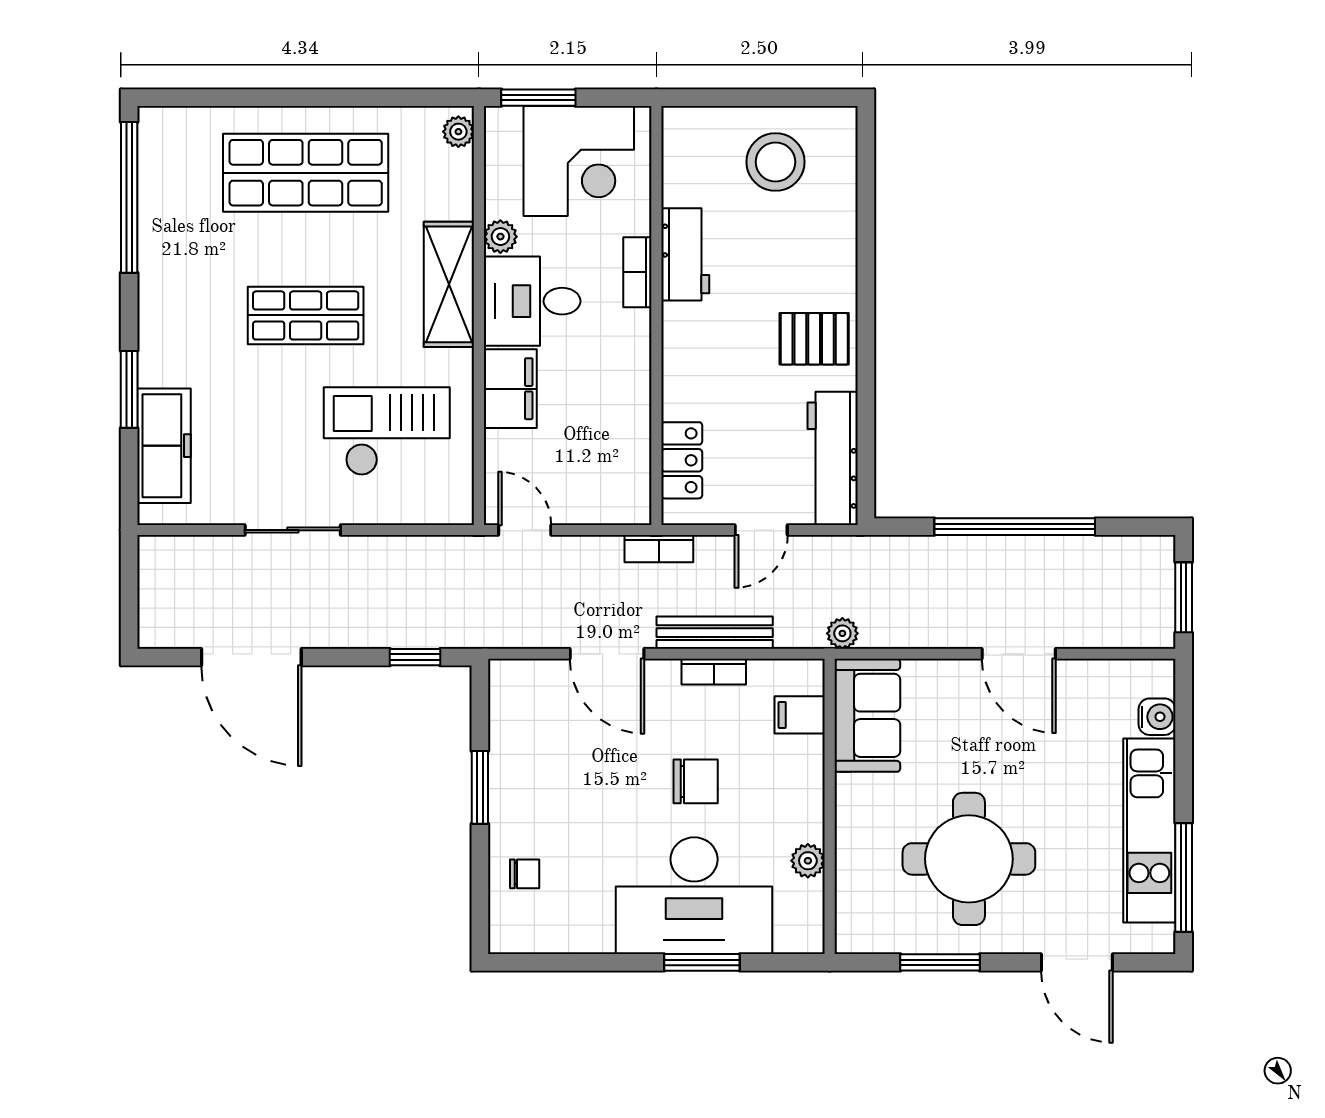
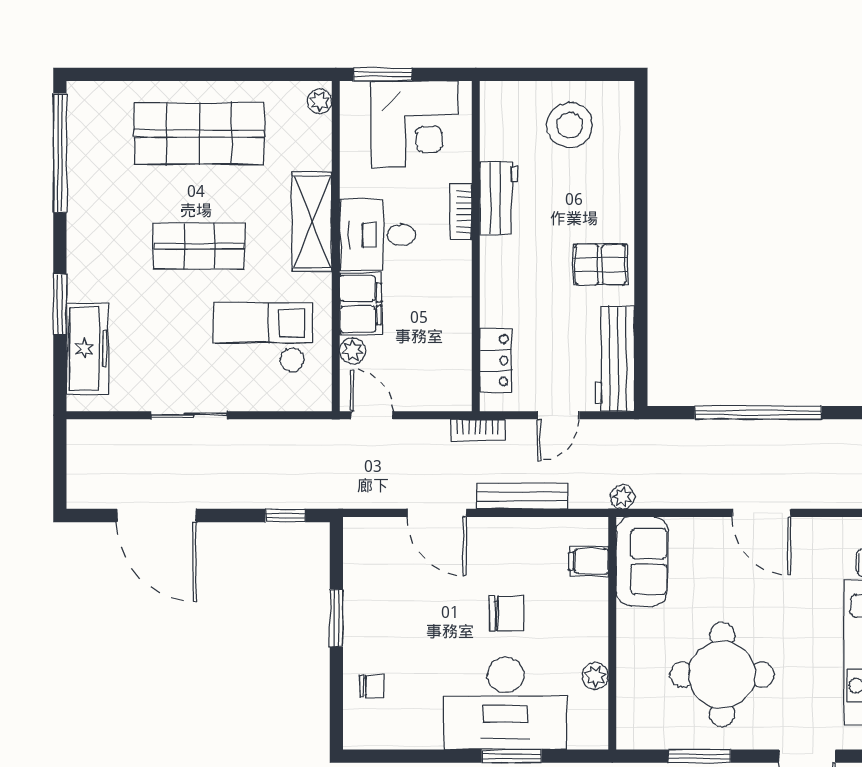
plant: (500, 237) -> (353, 351), moved
bookcase: (714, 672) -> (521, 527), removed

